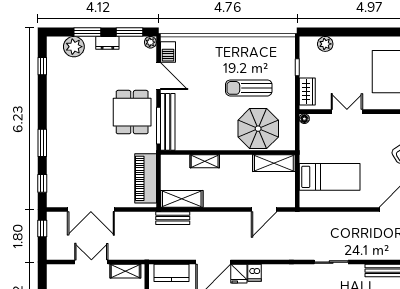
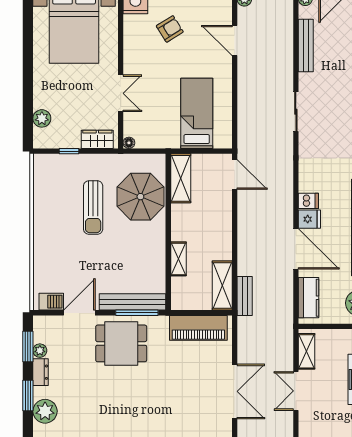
plant: (150, 42) -> (40, 351), moved
double door: (347, 112) -> (121, 93), swing flipped
door: (264, 209) -> (235, 175), moved

